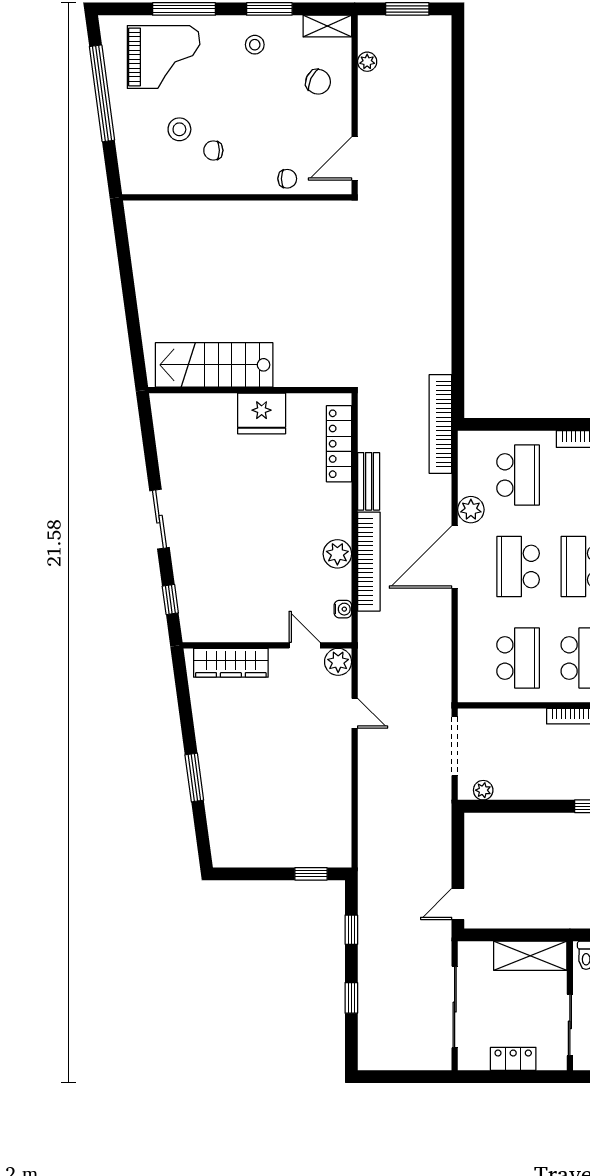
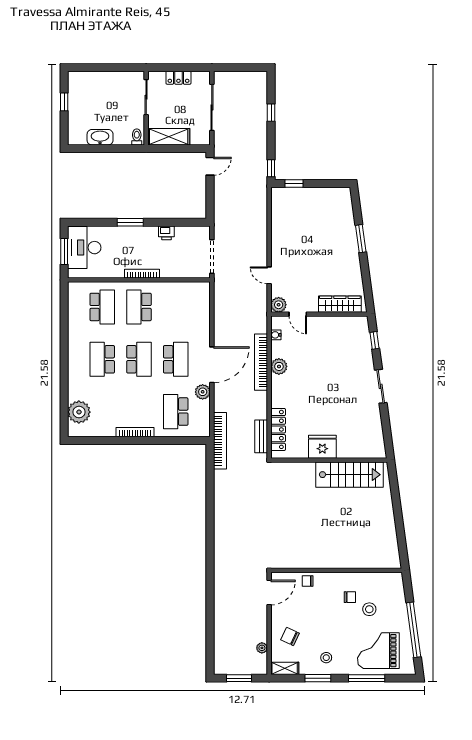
bench: (369, 481) -> (261, 436), moved
school desk: (518, 658) -> (176, 307), removed
printer: (534, 788) -> (166, 233), added
plant: (483, 790) -> (196, 231), removed
window: (351, 930) -> (271, 168), moved

